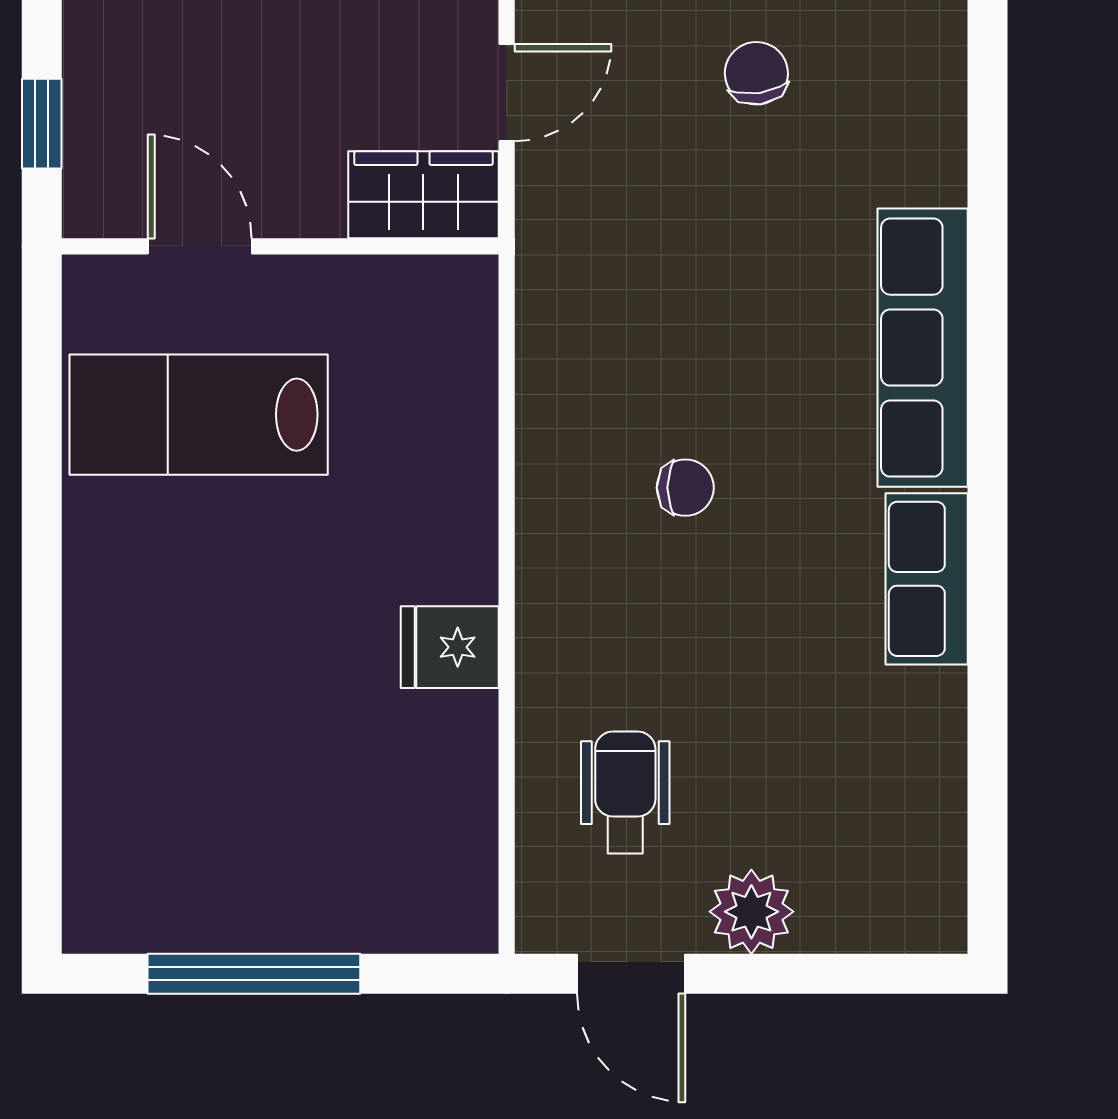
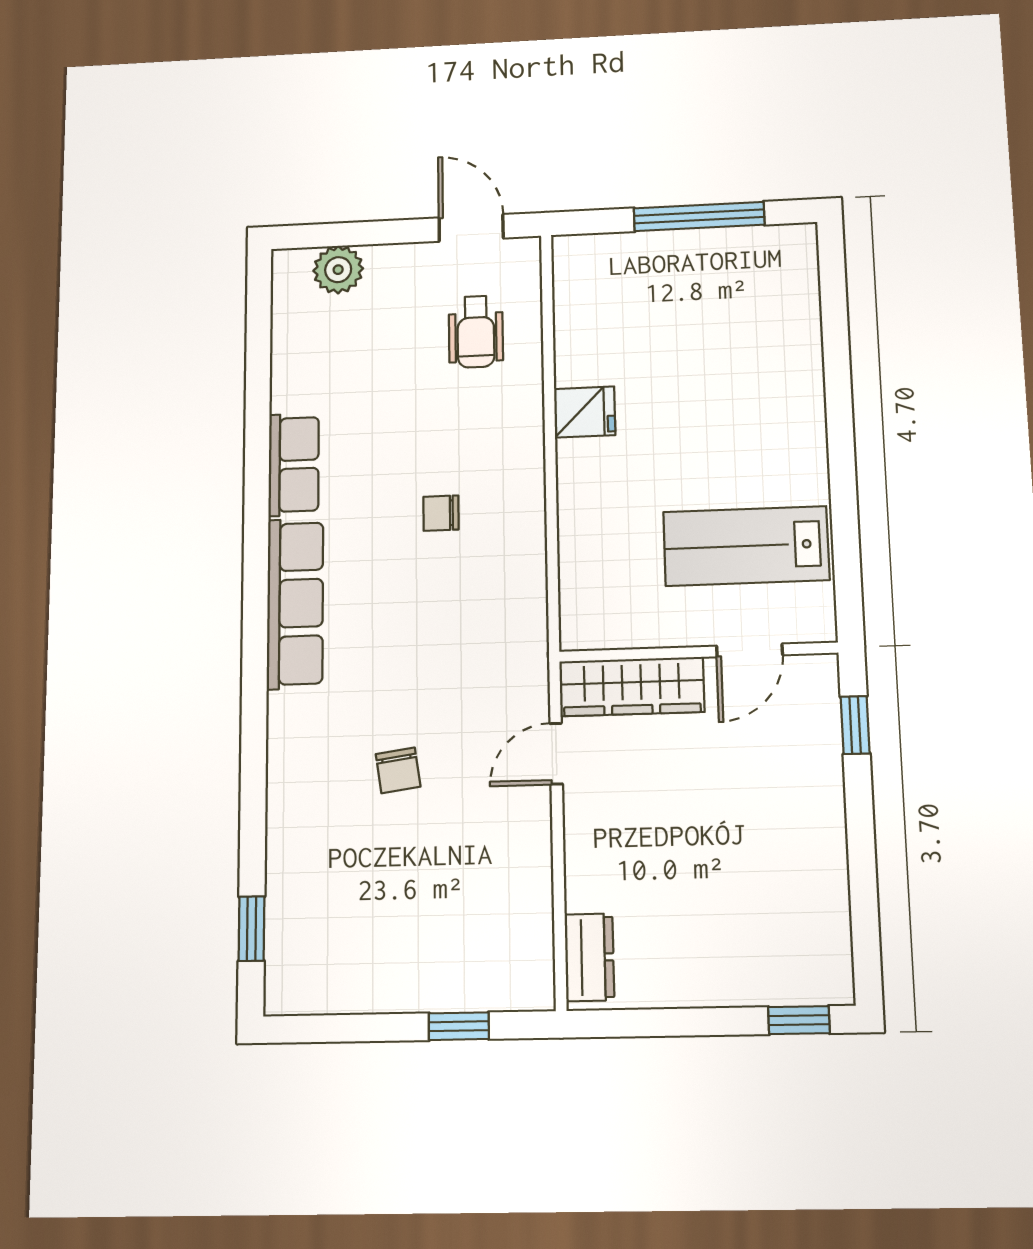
wardrobe: (423, 195) -> (632, 687), width x1.50
door: (200, 246) -> (750, 650), hinge flipped
lab bench: (199, 415) -> (746, 546), turned 180
plant: (751, 912) -> (338, 270), moved

